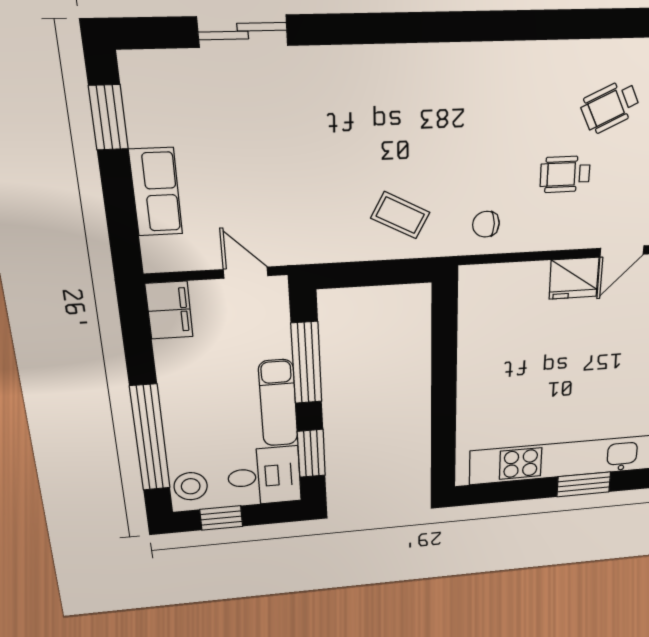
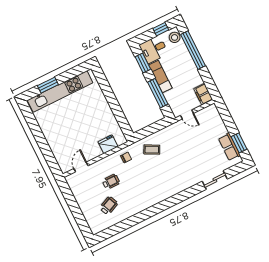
row of seats: (156, 192) -> (229, 147), moved
fridge: (574, 278) -> (108, 144), moved

